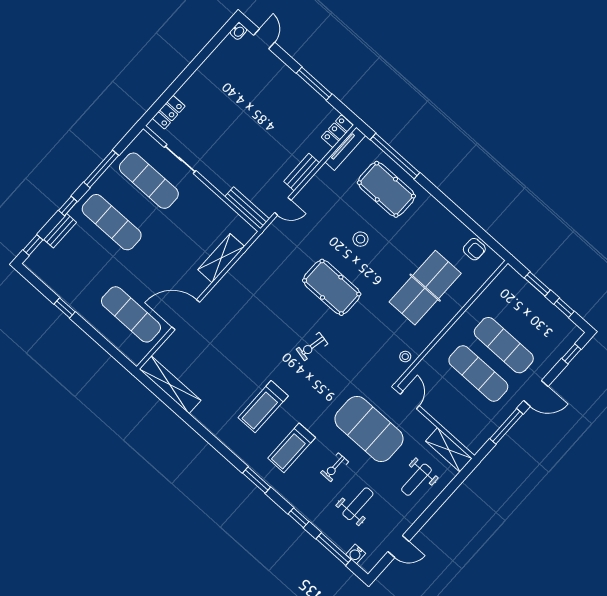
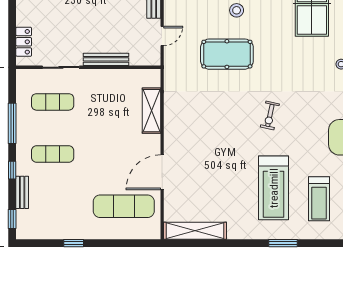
exercise mat: (149, 181) -> (53, 102), width x0.73, depth x0.69
bench: (247, 208) -> (106, 59), moved
exercise mat: (112, 222) -> (53, 154), width x0.73, depth x0.69
pool table: (332, 287) -> (227, 54), moved
treadmill: (263, 407) -> (274, 188), width x1.37, depth x1.38
window: (257, 480) -> (283, 243), moved

